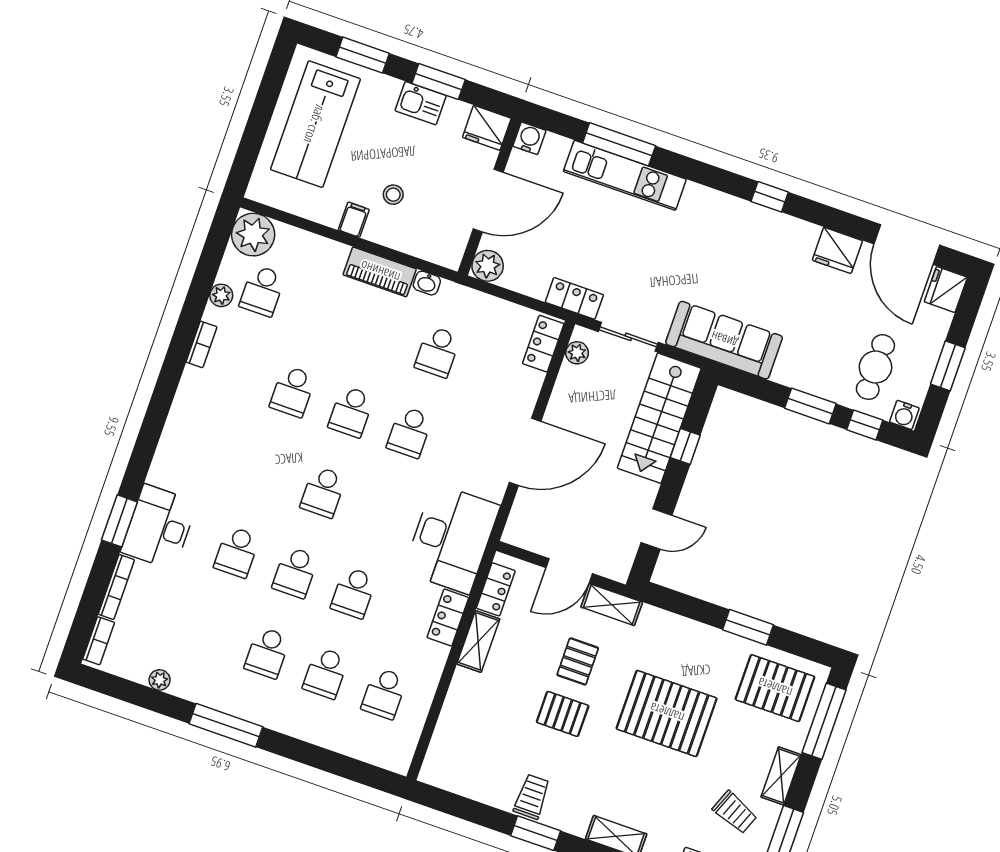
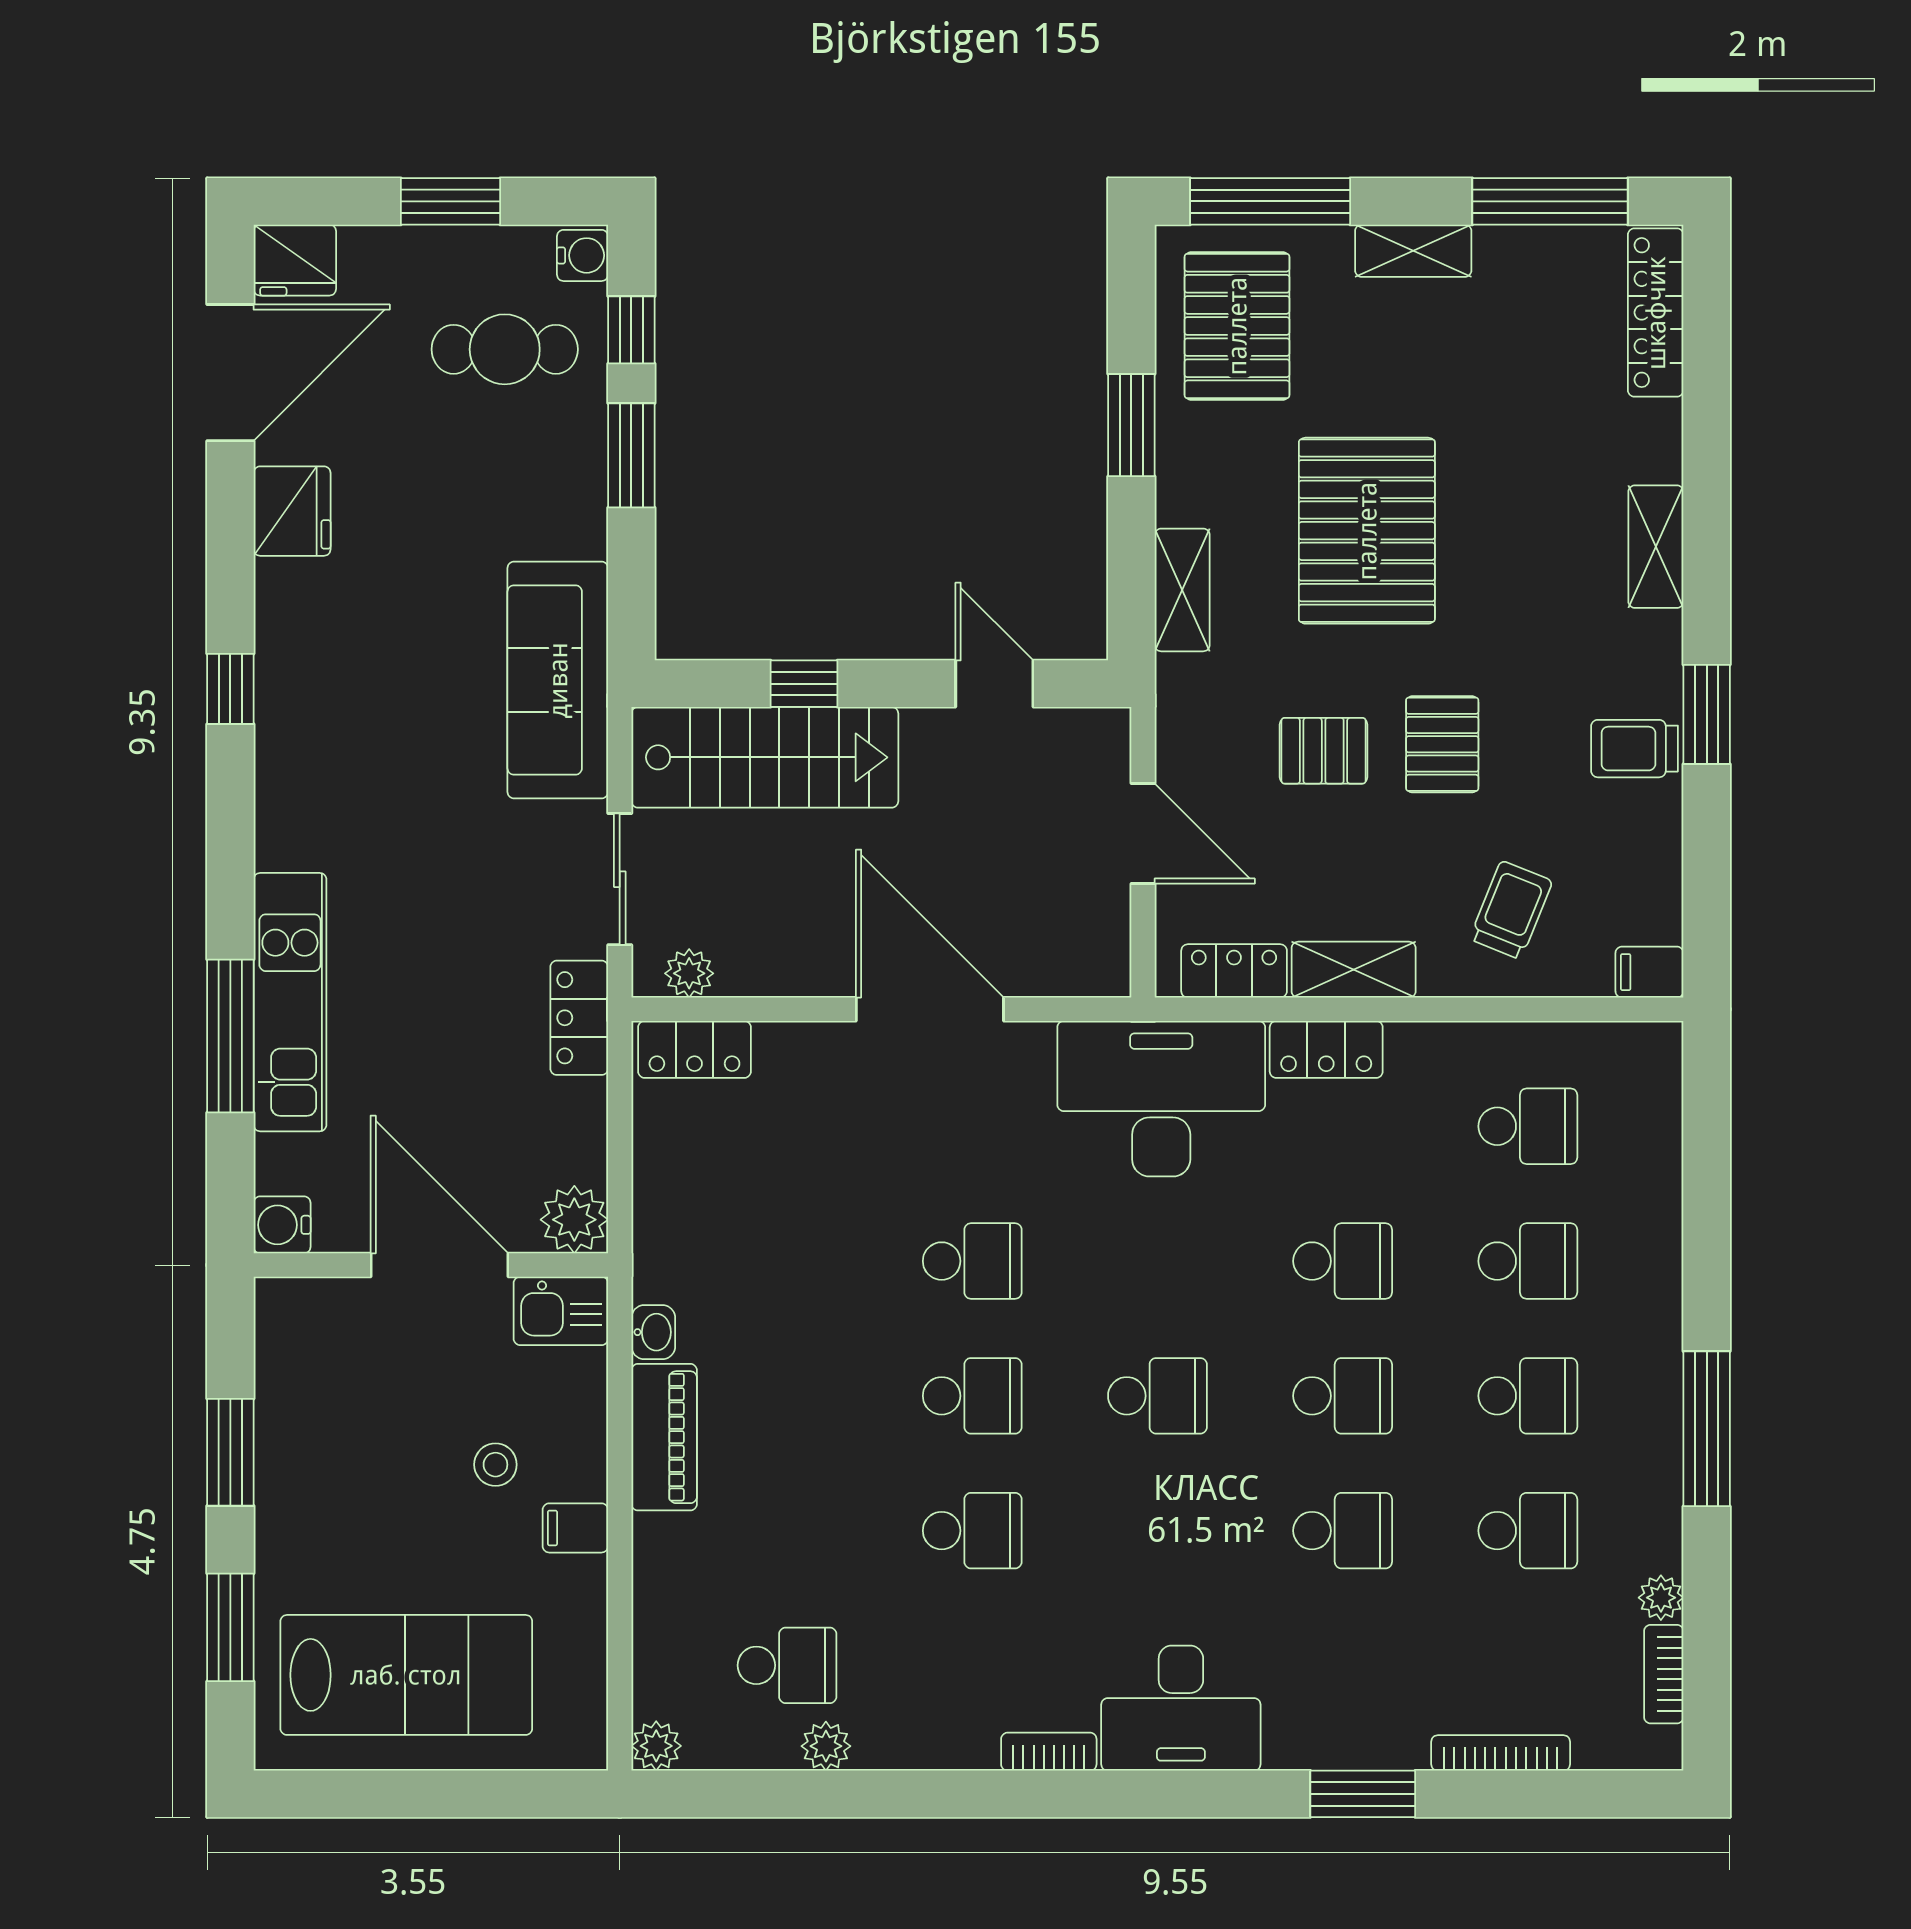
kitchen sink: (421, 103) -> (561, 1311), moved, turned 90
fridge: (487, 128) -> (291, 1320), removed
plant: (253, 235) -> (656, 1746), width x0.53, depth x0.53
bookcase: (201, 344) -> (1049, 1752), moved
school desk: (437, 352) -> (1528, 1531), moved
desk: (159, 527) -> (1181, 1708), moved
shelving: (612, 605) -> (1182, 590), moved
bookcase: (99, 641) -> (1664, 1674), moved, turned -90
filing cabinet: (433, 769) -> (1649, 972), added
trolley: (735, 812) -> (1511, 910), moved

